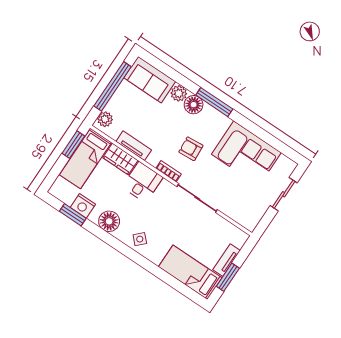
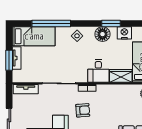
tv unit: (134, 146) -> (26, 89), moved
window: (73, 215) -> (111, 23), moved
window: (160, 273) -> (51, 23), added
window: (228, 277) -> (9, 60), moved

